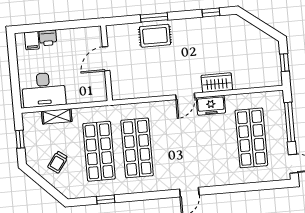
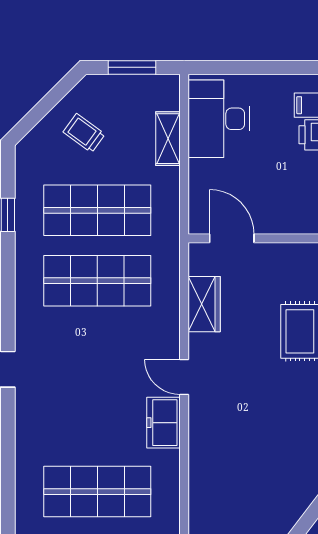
door: (106, 59) -> (232, 238), moved
wardrobe: (217, 83) -> (204, 304), moved
window: (20, 139) -> (132, 67), width x1.50

